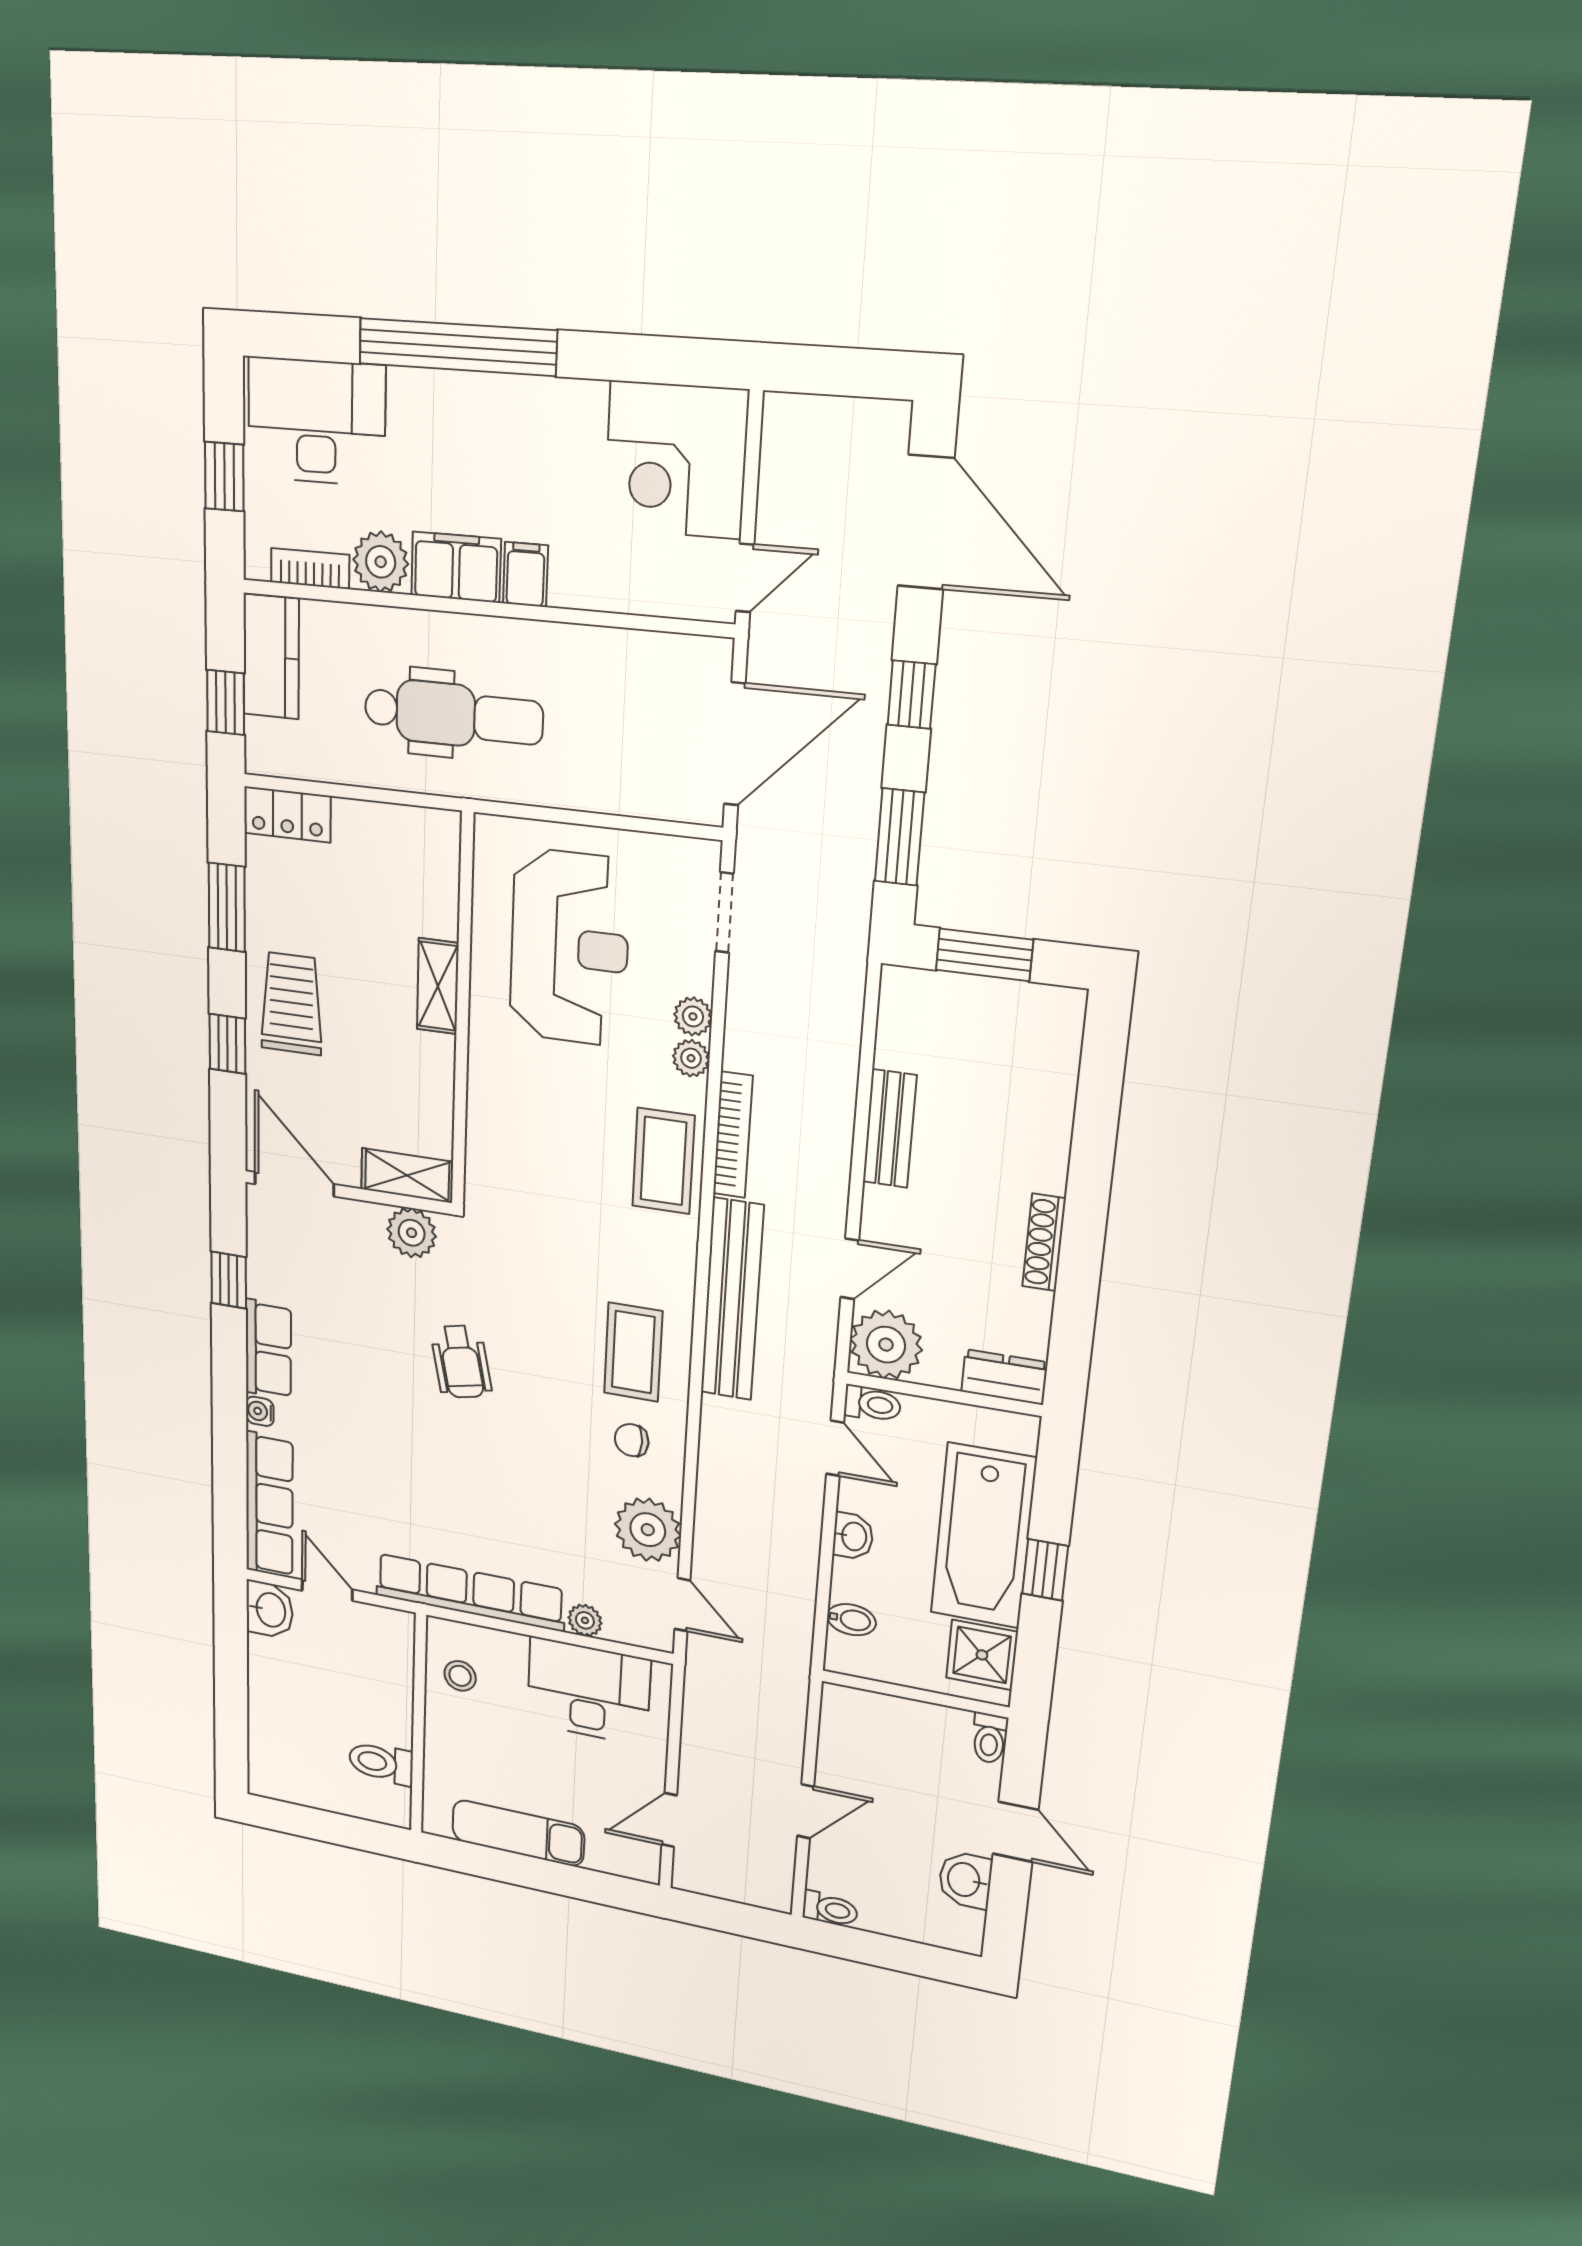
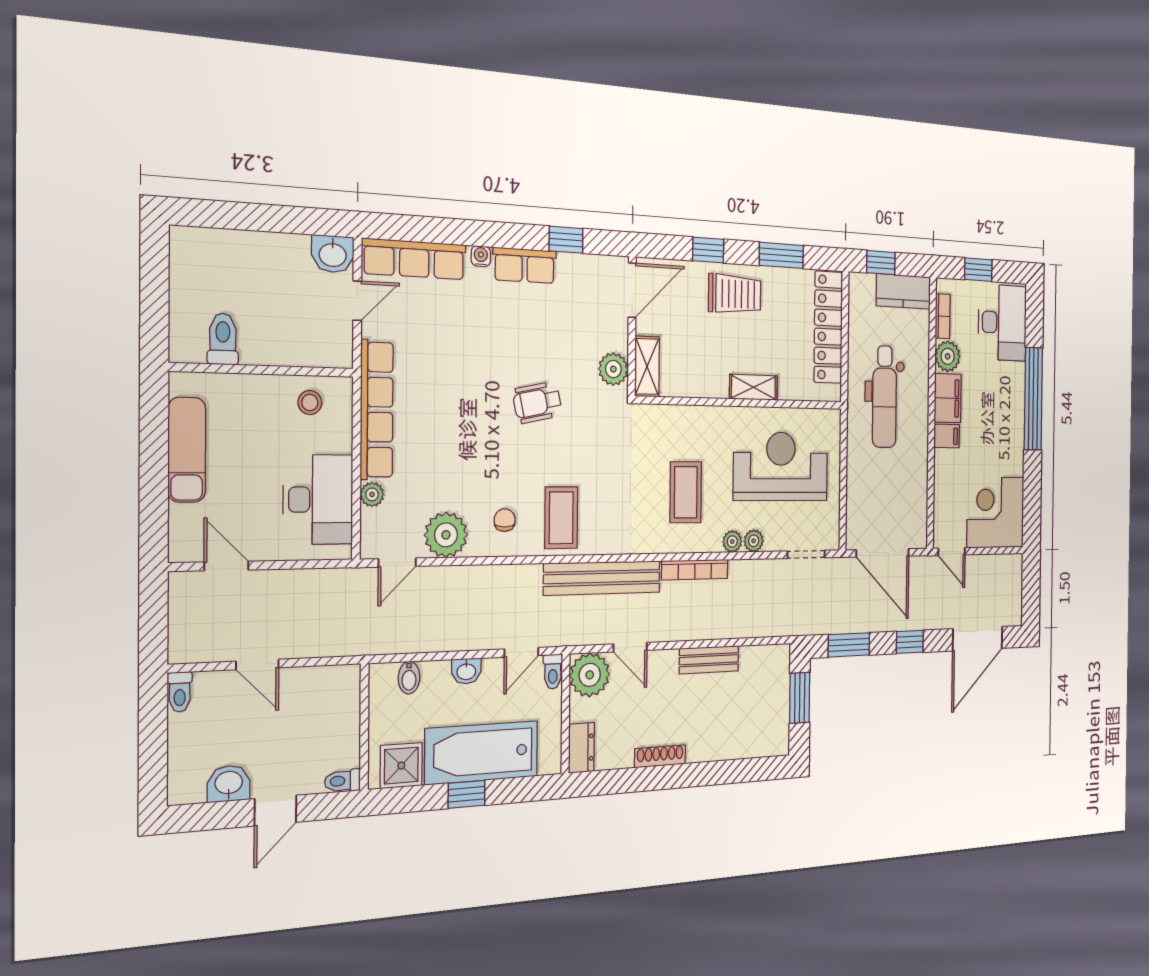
locker: (287, 814) -> (828, 327), width x2.16, depth x1.21
reception desk: (569, 948) -> (781, 466), turned 180
coffee table: (663, 1161) -> (686, 492), moved, turned 90
coffee table: (633, 1352) -> (561, 518), turned 90

